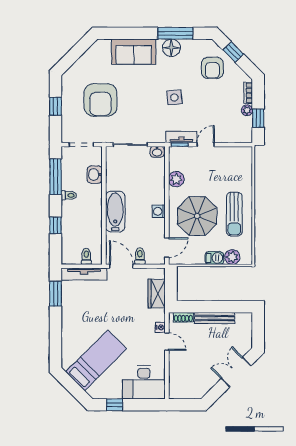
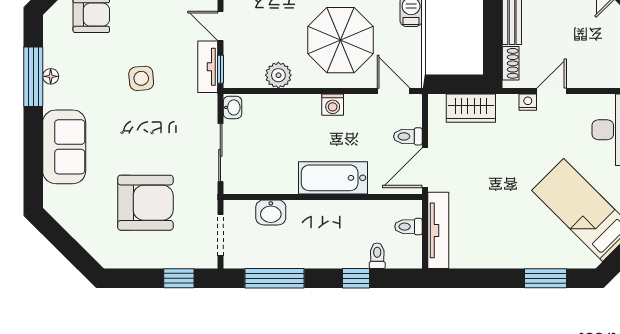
floor lamp: (171, 48) -> (51, 76), width x0.53, depth x0.53
window: (55, 106) -> (179, 278), moved
toilet: (69, 195) -> (377, 256), moved
window: (55, 294) -> (546, 278), moved

